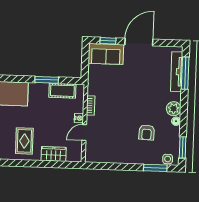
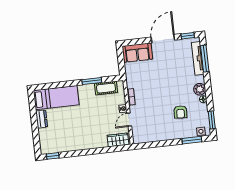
window: (108, 41) -> (188, 36), moved
rug: (24, 141) -> (81, 134), removed
wardrobe: (54, 154) -> (118, 140), moved

